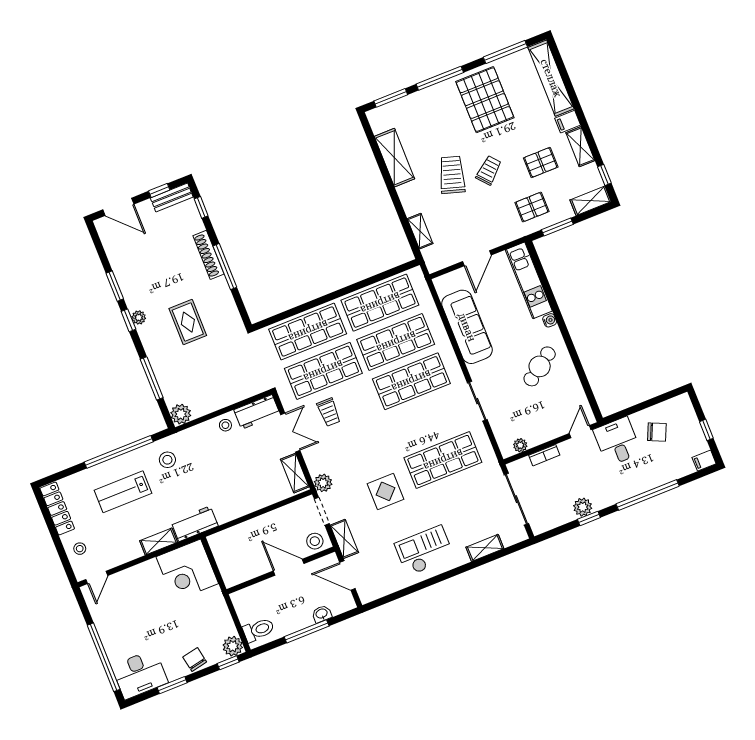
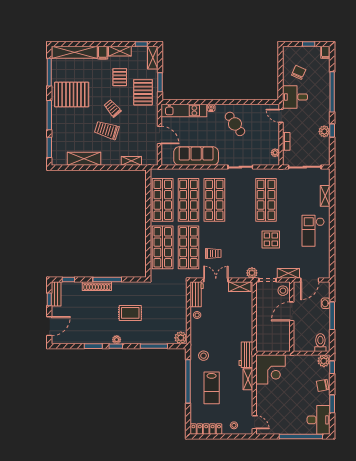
pallet: (532, 207) -> (143, 92), width x1.50, depth x1.42

